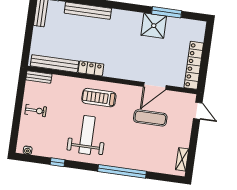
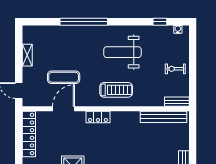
locker: (91, 68) -> (98, 117), moved
weight bench: (87, 135) -> (122, 52), turned 90
shelving: (182, 159) -> (27, 55), moved
window: (57, 162) -> (160, 22), moved

